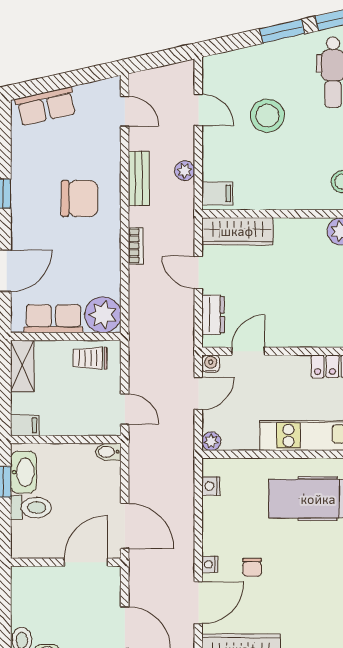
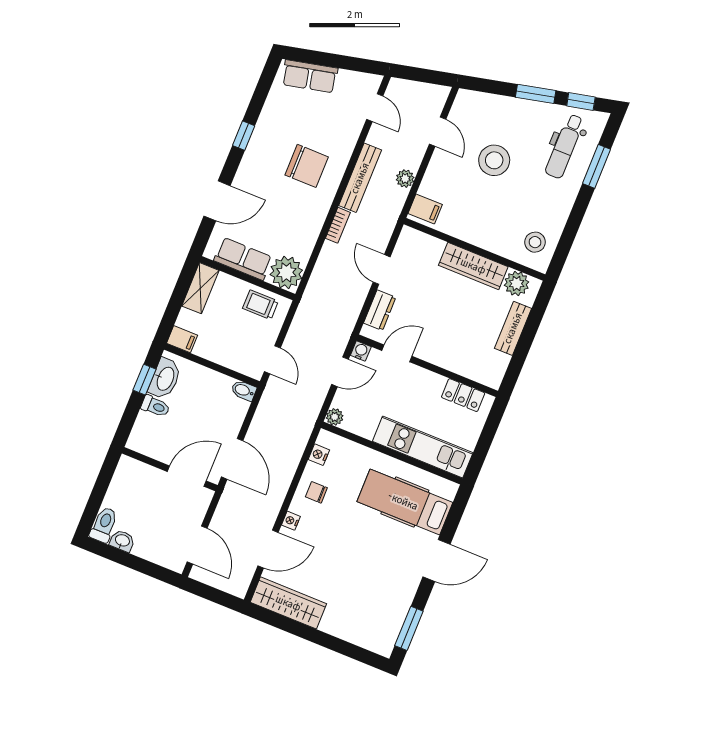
bench: (139, 178) -> (360, 178), width x1.36
wardrobe: (237, 231) -> (473, 266), moved
toilet: (31, 508) -> (155, 406), width x0.73, depth x0.72
chair: (252, 567) -> (316, 492), moved, turned 90

